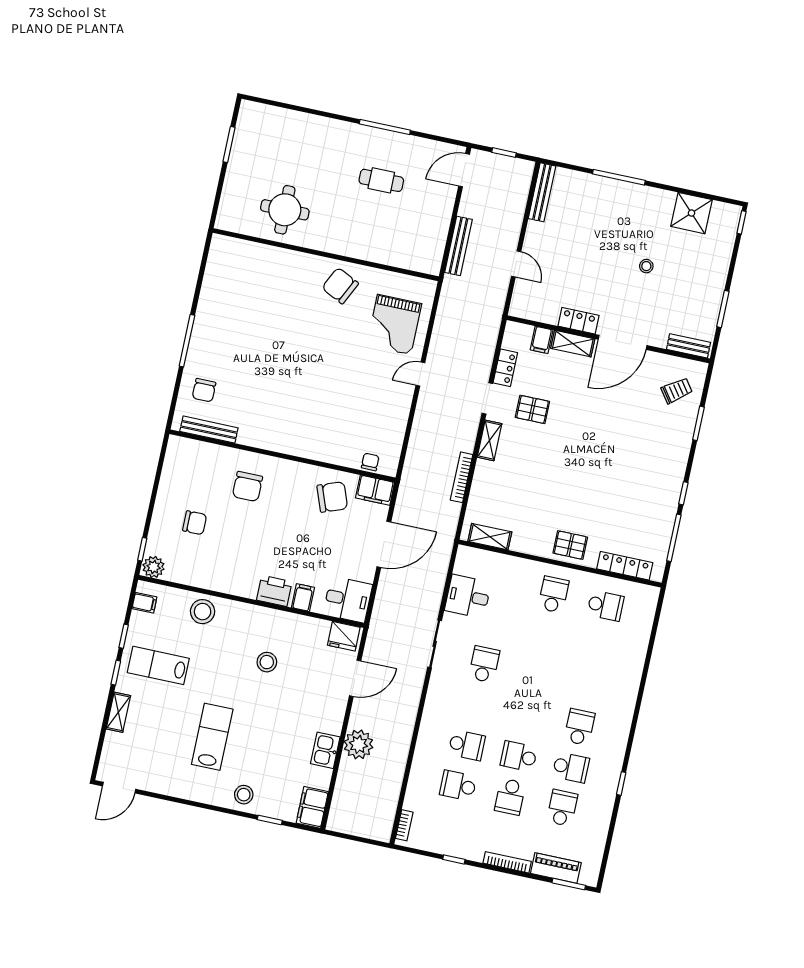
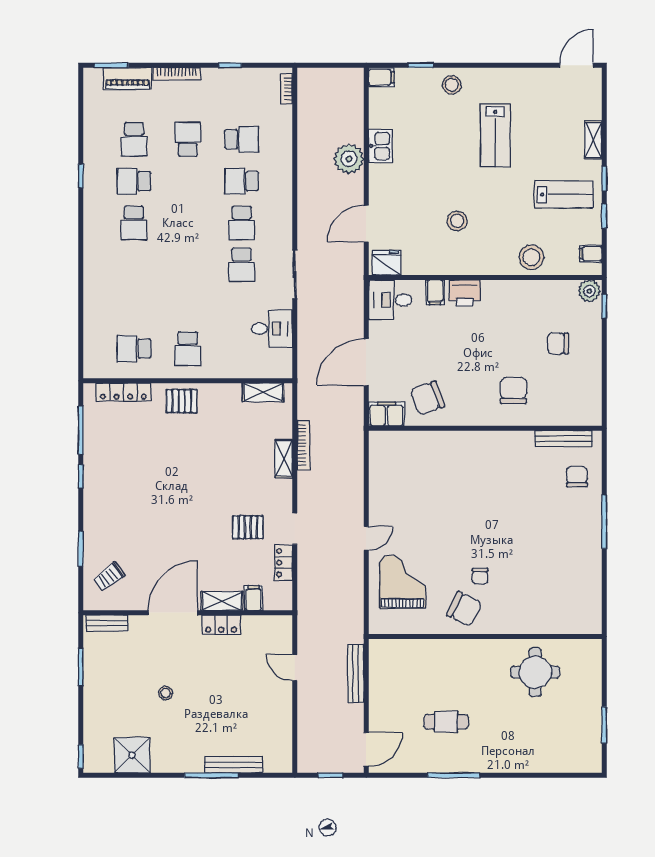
bench: (542, 192) -> (233, 765), moved, turned 90
shelving: (489, 440) -> (284, 458), moved
chair: (370, 462) -> (480, 576), moved
school desk: (519, 756) -> (242, 223), moved, turned 90
filing cabinet: (312, 807) -> (381, 77), width x0.50

